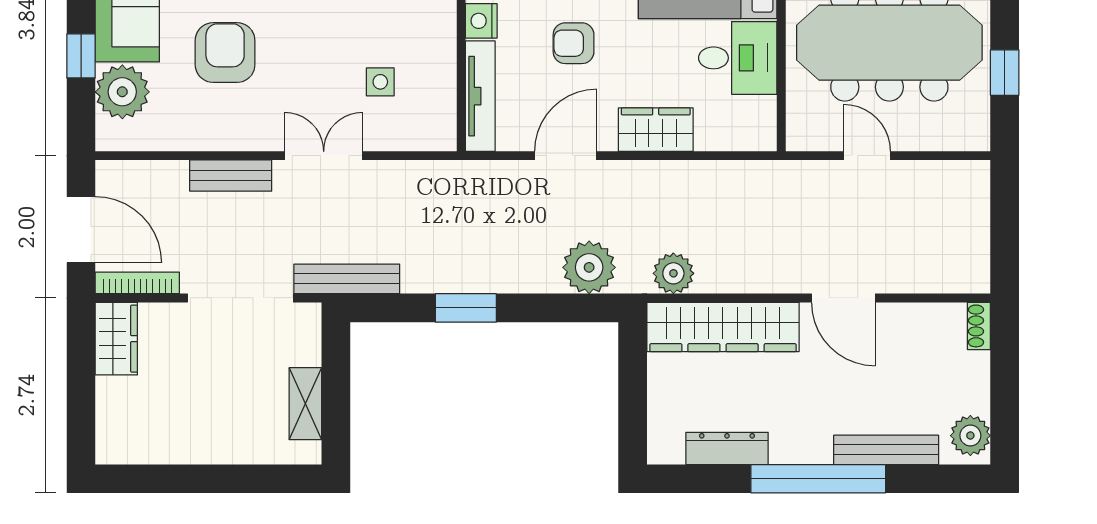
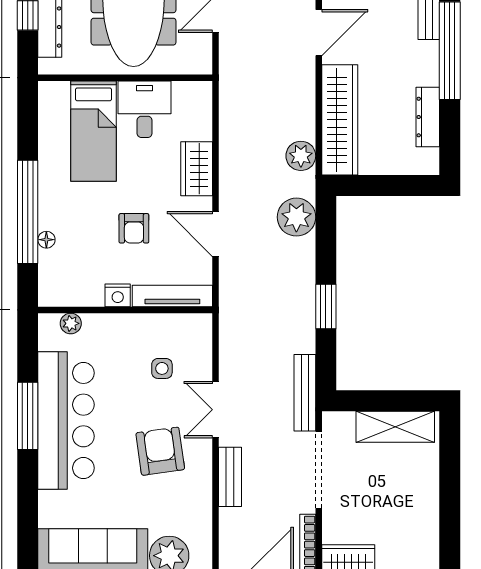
armchair: (225, 53) -> (160, 451), moved, turned 82
shelving: (305, 404) -> (395, 427), width x1.50, depth x1.33

